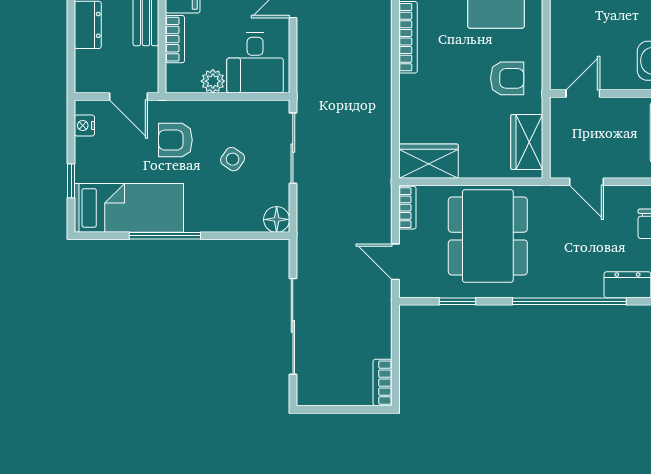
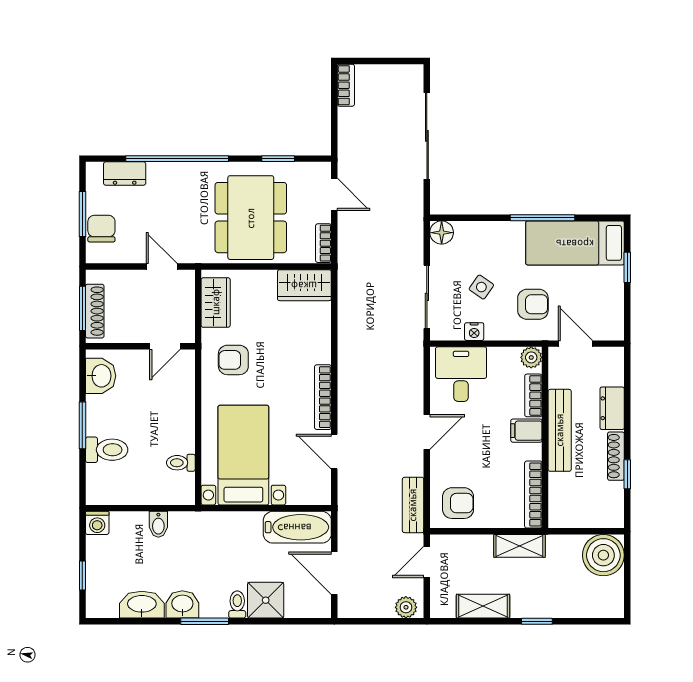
plant: (213, 81) -> (531, 357), moved
nightstand: (84, 126) -> (474, 332), moved, turned 90

